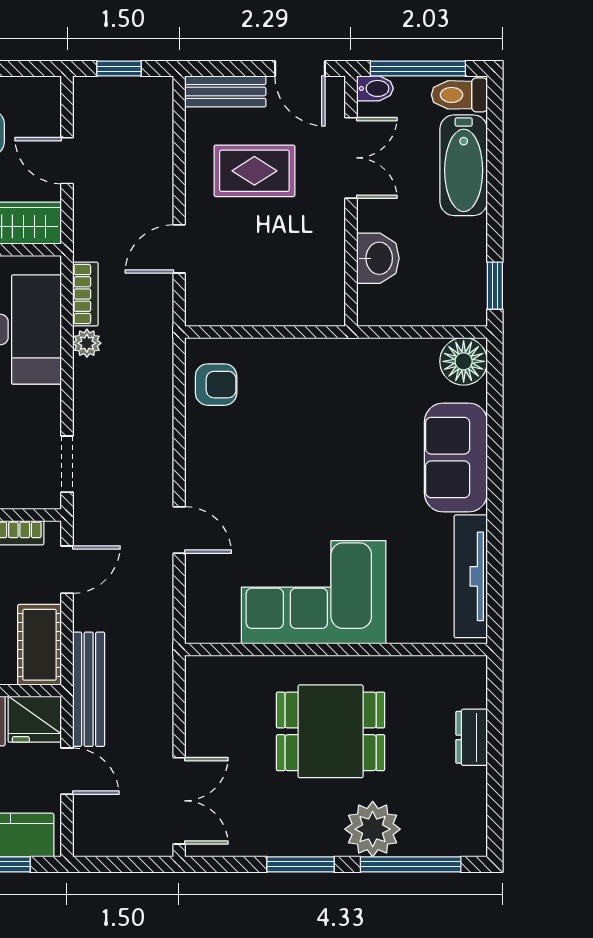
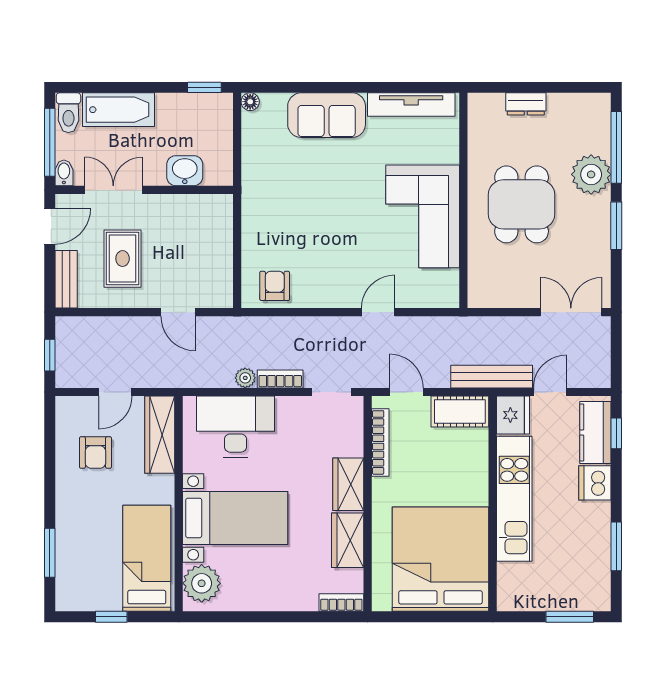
bookcase: (85, 294) -> (280, 379), moved
floor lamp: (464, 361) -> (250, 102), width x0.53, depth x0.53

